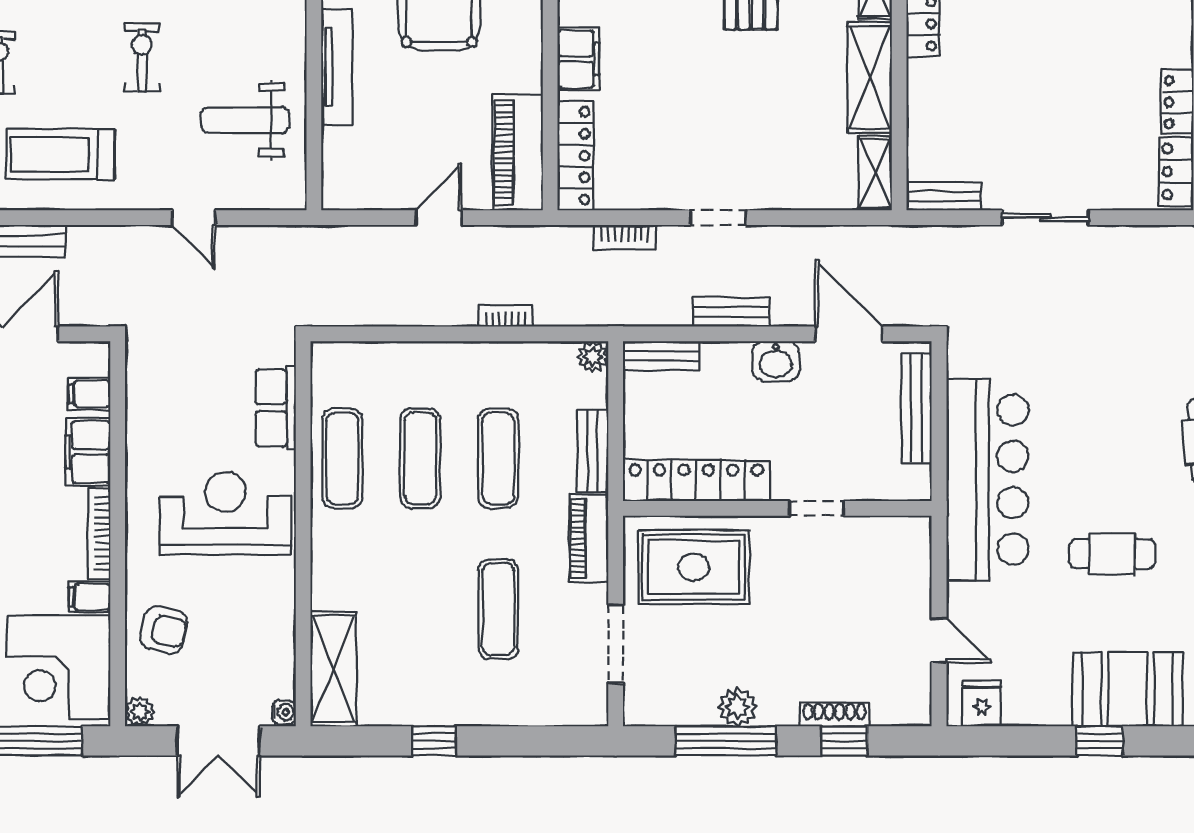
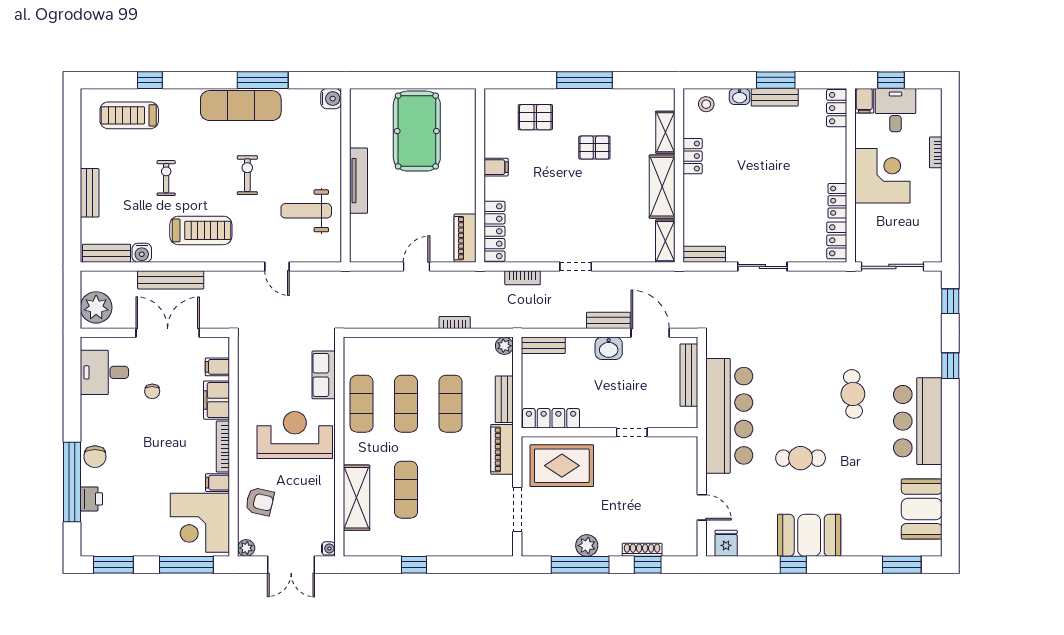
filing cabinet: (578, 59) -> (496, 167), width x0.50
piano: (518, 152) -> (465, 238), width x0.73, depth x0.75
treadmill: (60, 154) -> (201, 230), turned 180
bench: (731, 312) -> (608, 320), moved
locker: (696, 480) -> (551, 418), width x0.71, depth x0.83
exercise mat: (498, 609) -> (406, 490), moved
shelving: (333, 669) -> (356, 498), moved

